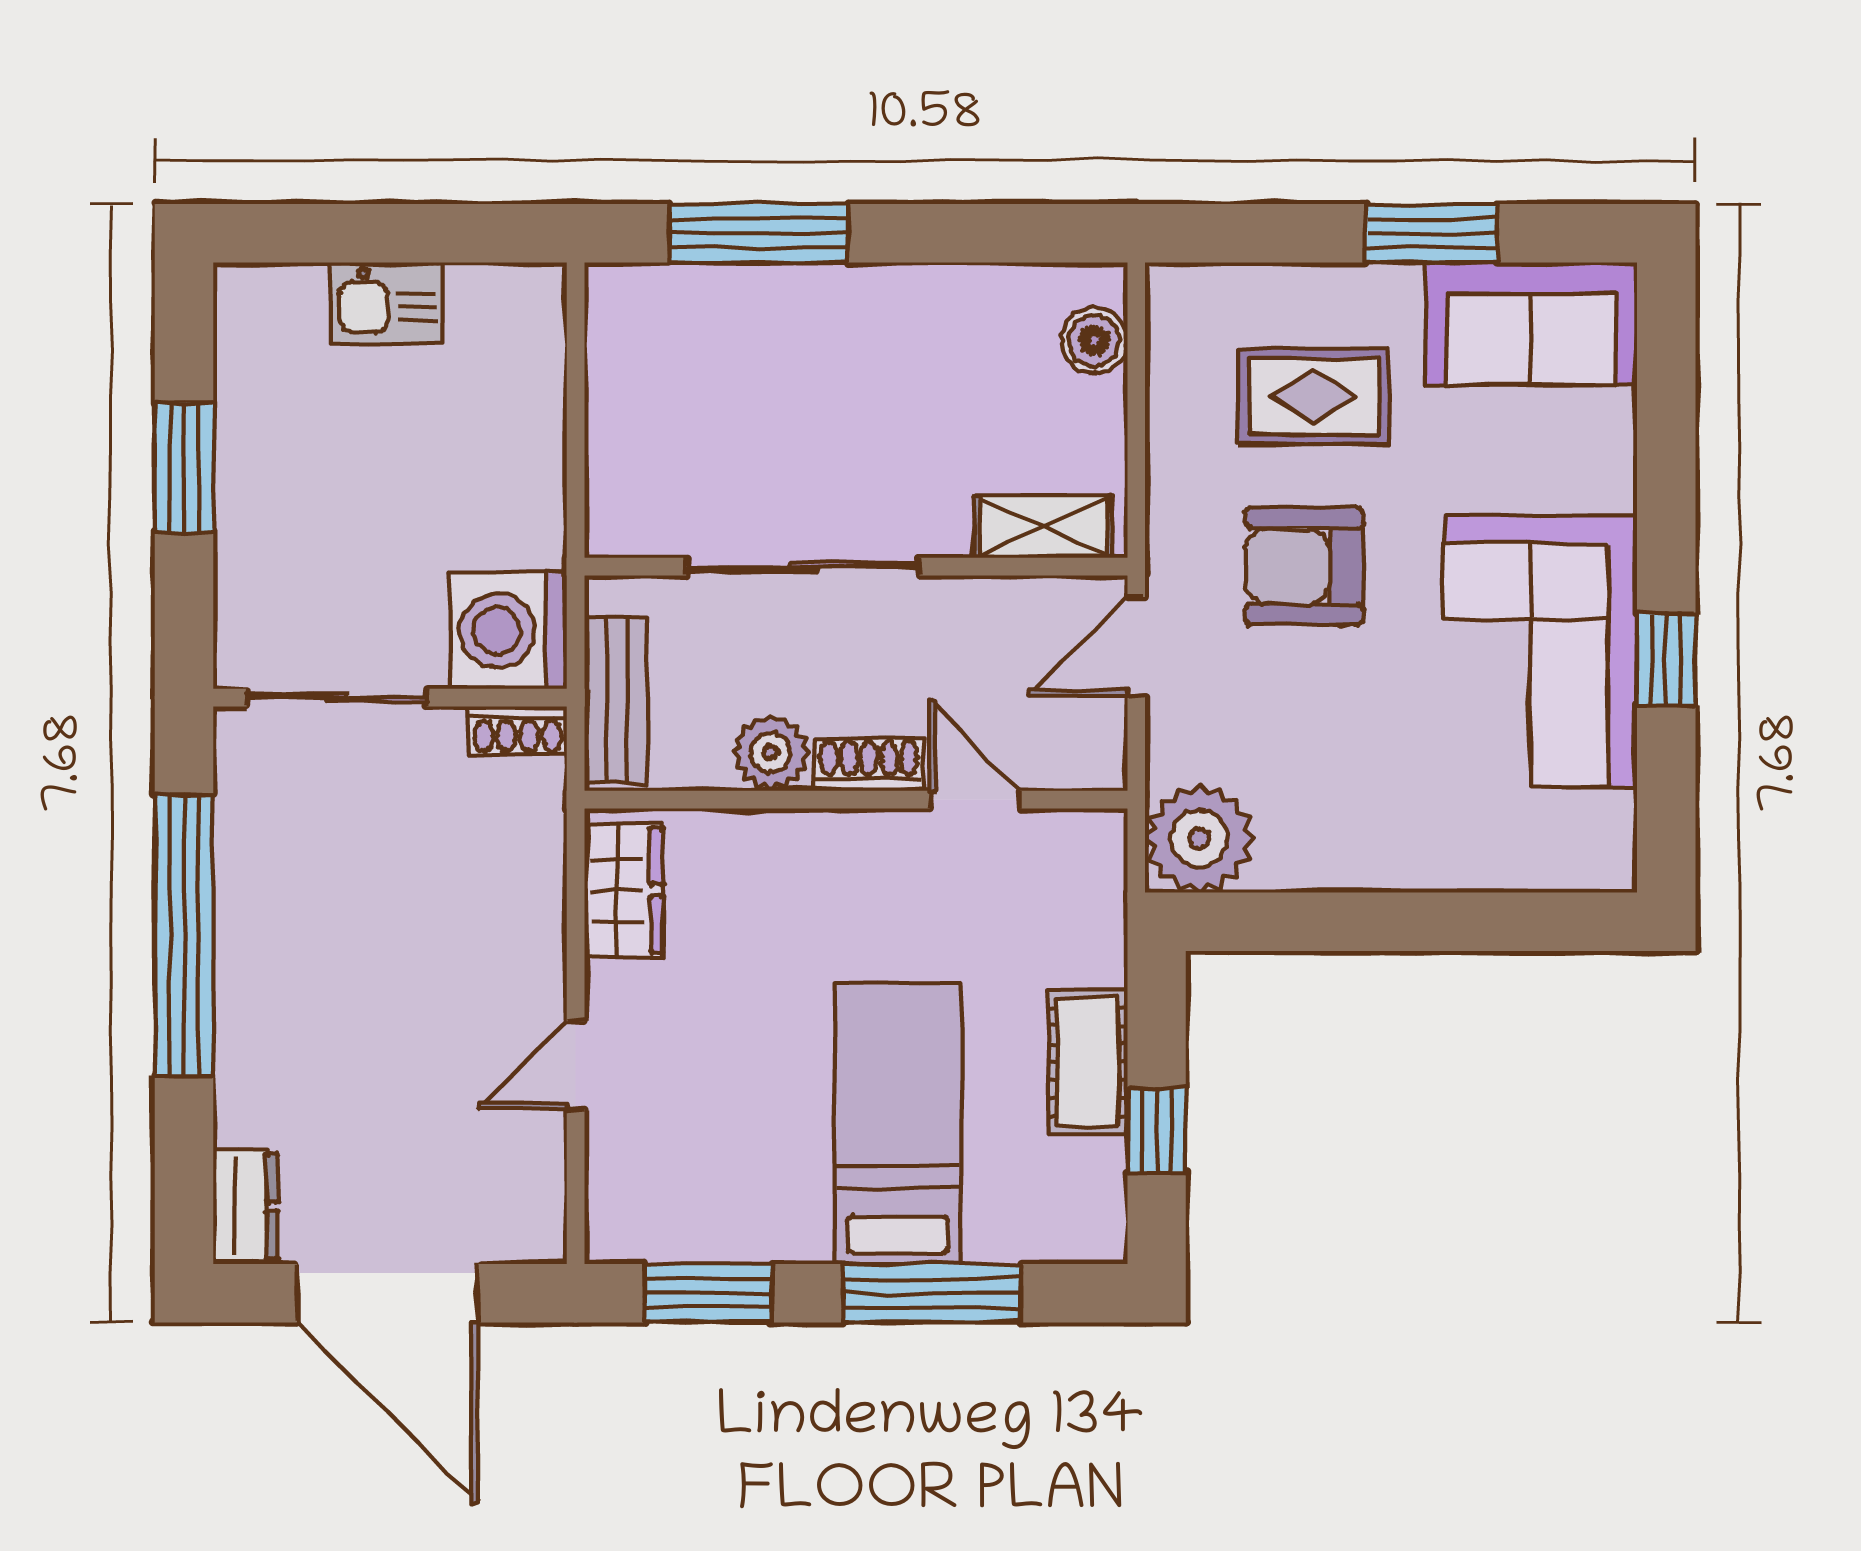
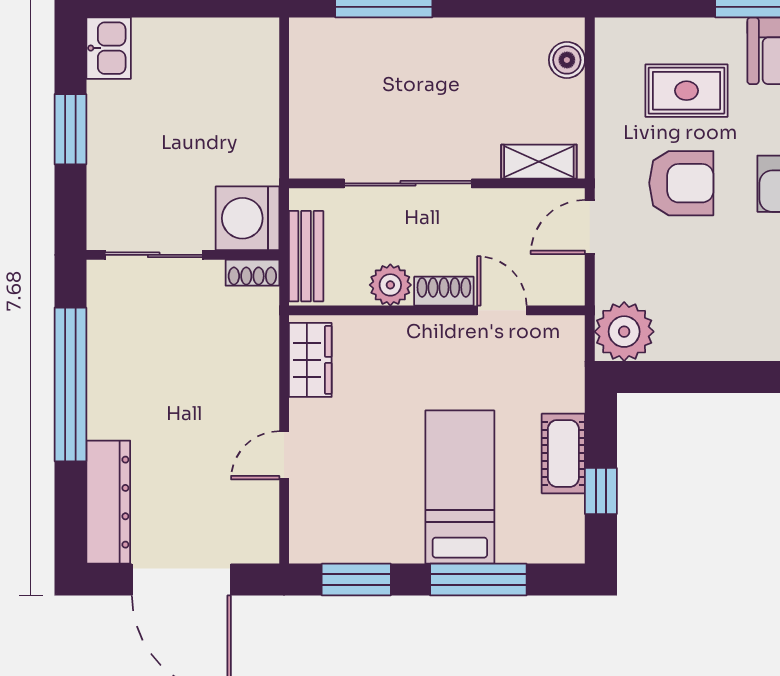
kitchen sink: (386, 303) -> (109, 48), moved, turned -90
armchair: (1304, 566) -> (681, 183), turned 180
dresser: (246, 1206) -> (108, 502), width x1.96, depth x1.24

